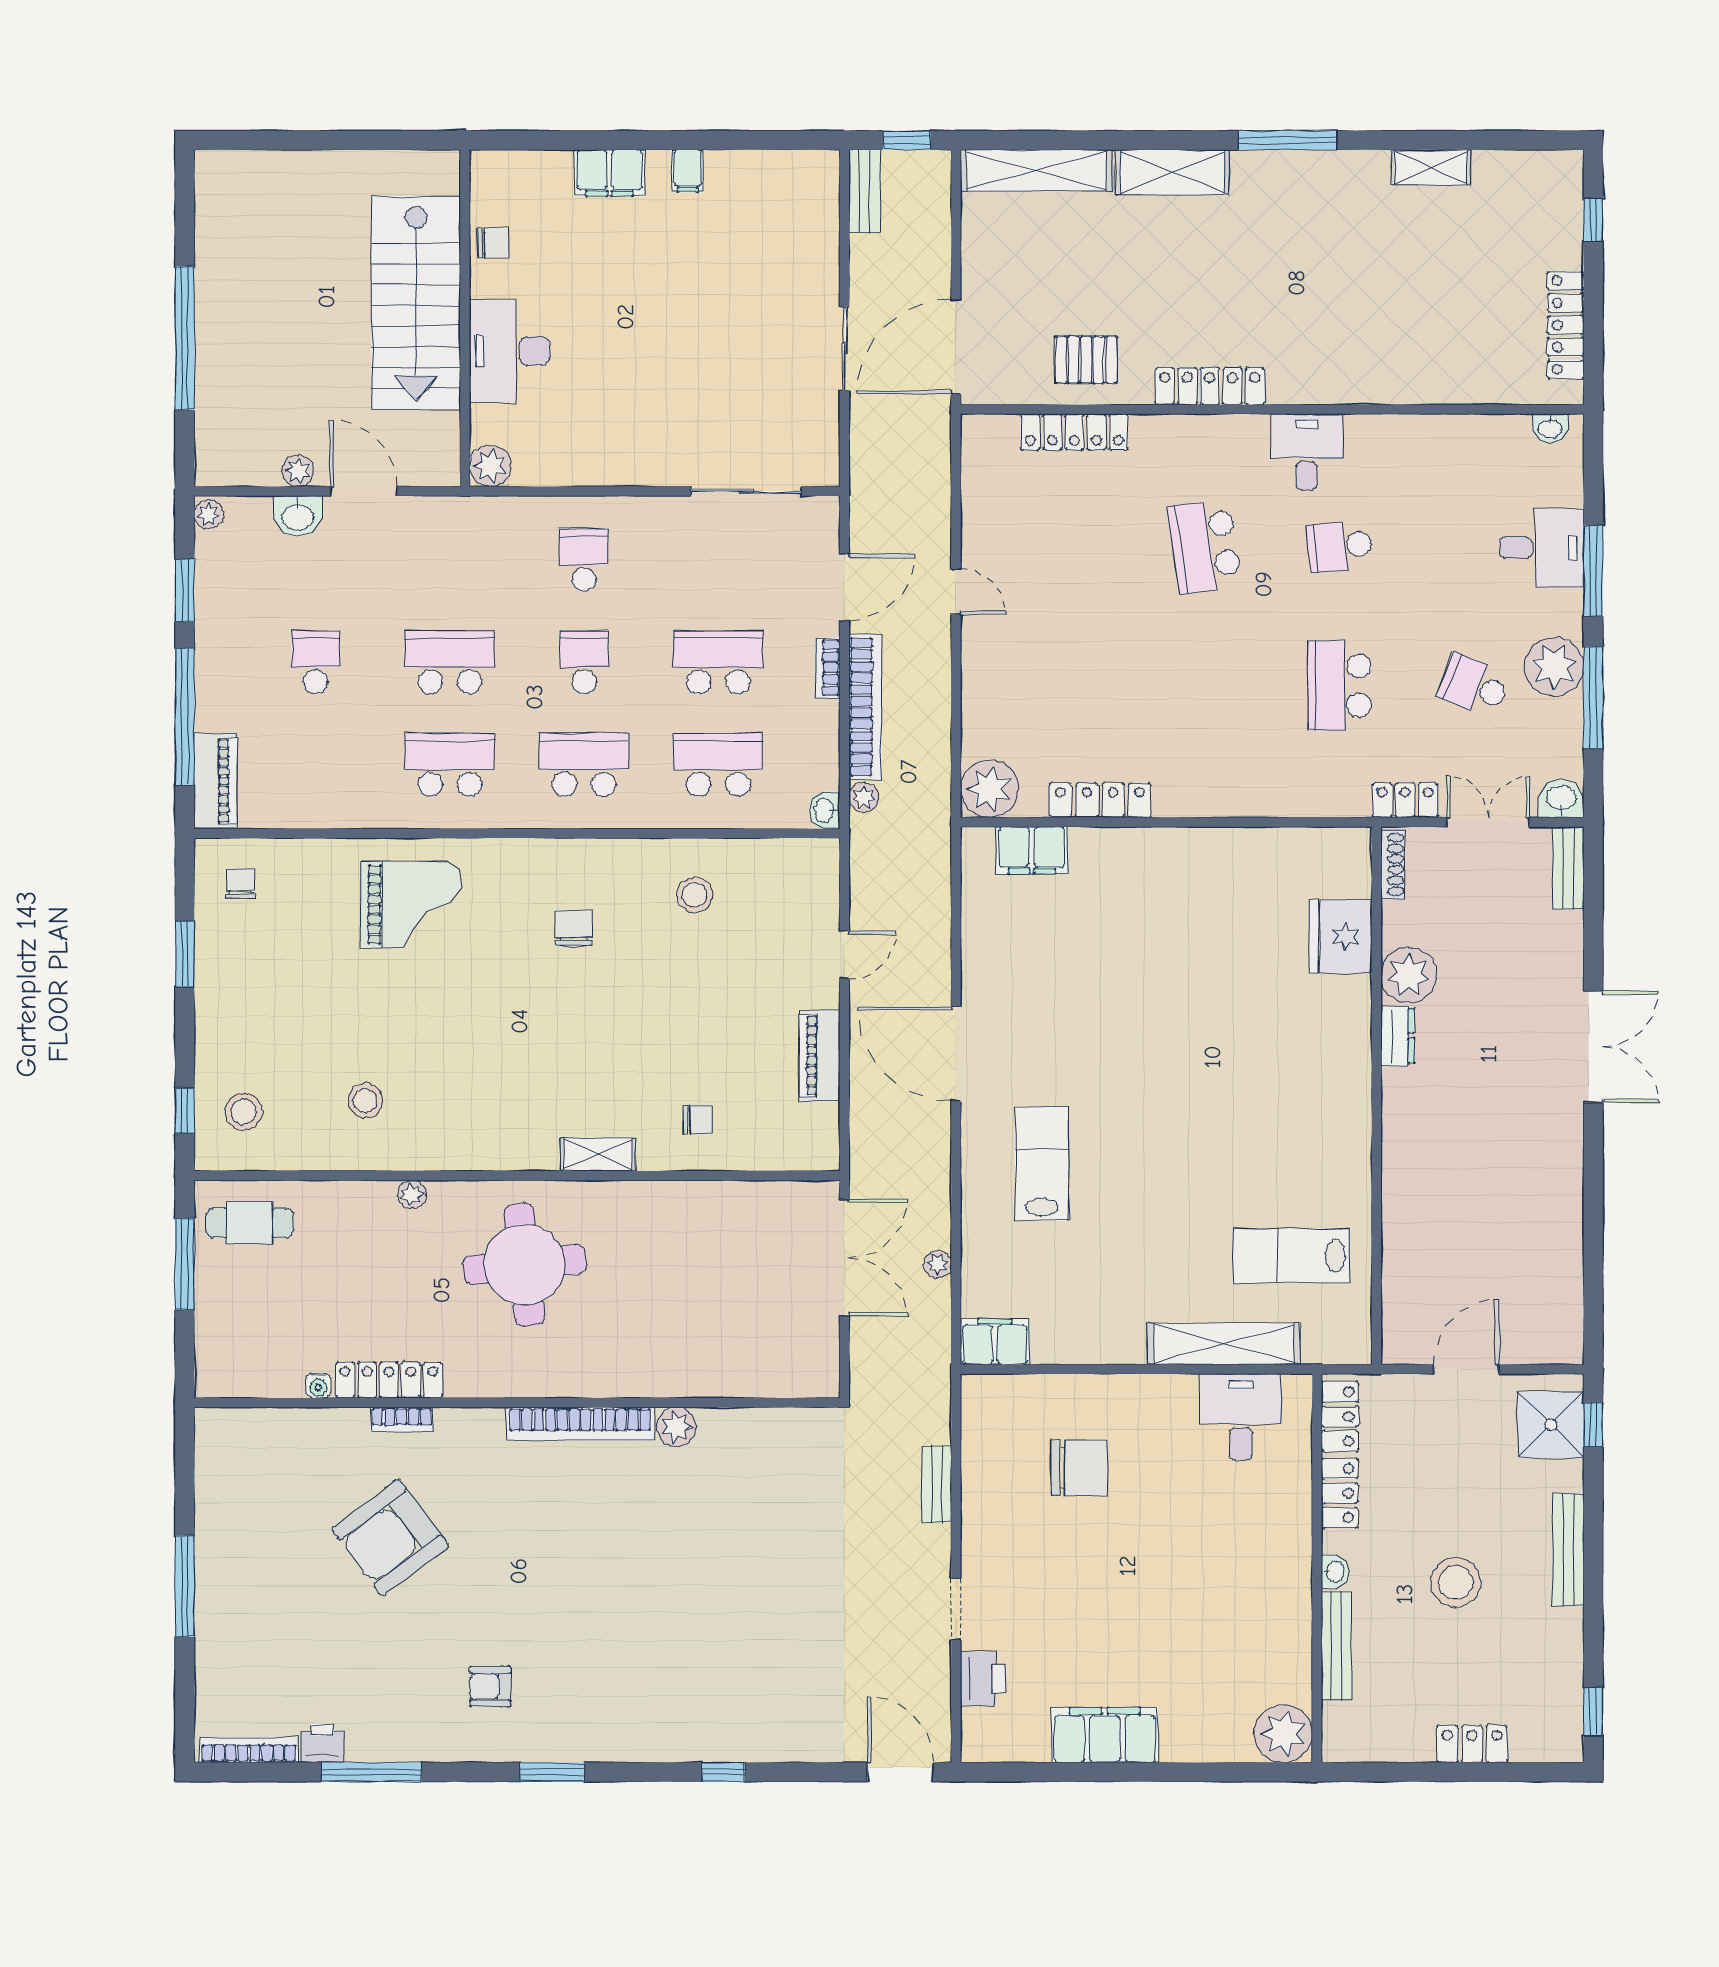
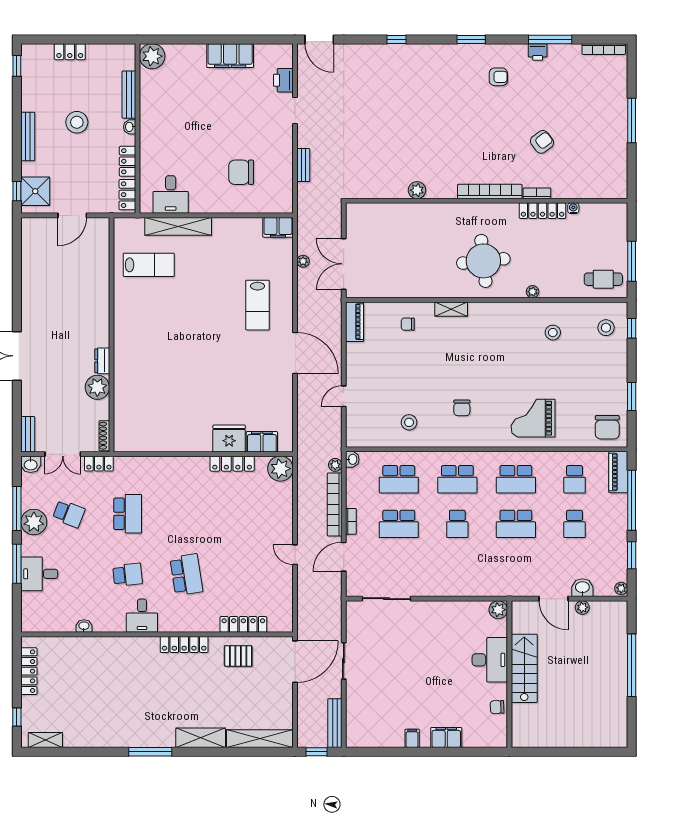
shelving: (1431, 167) -> (45, 740), moved
bench: (865, 191) -> (335, 723), width x1.36
stairs: (416, 303) -> (524, 668), width x0.73, depth x0.66
washbasin: (1550, 428) -> (84, 626), moved
school desk: (584, 560) -> (574, 479), moved
chair: (241, 884) -> (607, 427), width x1.87, depth x1.87
fridge: (1341, 936) -> (229, 439), moved, turned -90
piano: (819, 1056) -> (355, 322), moved
bookcase: (580, 1424) -> (490, 192), moved
armchair: (390, 1537) -> (542, 142), width x0.53, depth x0.53
printer: (322, 1743) -> (538, 52), moved

